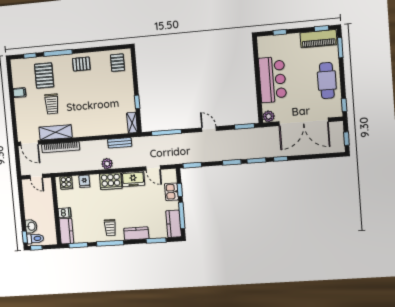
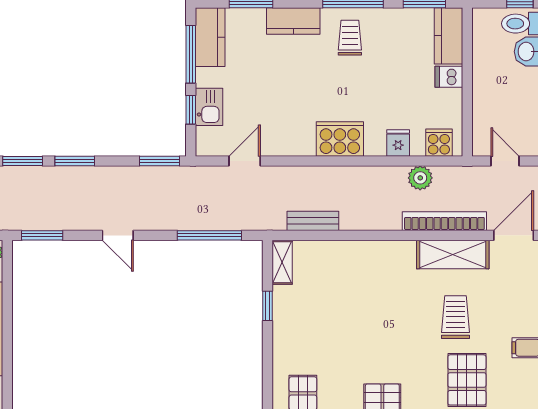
door: (29, 143) -> (514, 235), hinge flipped
plant: (107, 164) -> (420, 178), moved
door: (153, 168) -> (245, 161), hinge flipped
freezer: (133, 179) -> (290, 141), removed

